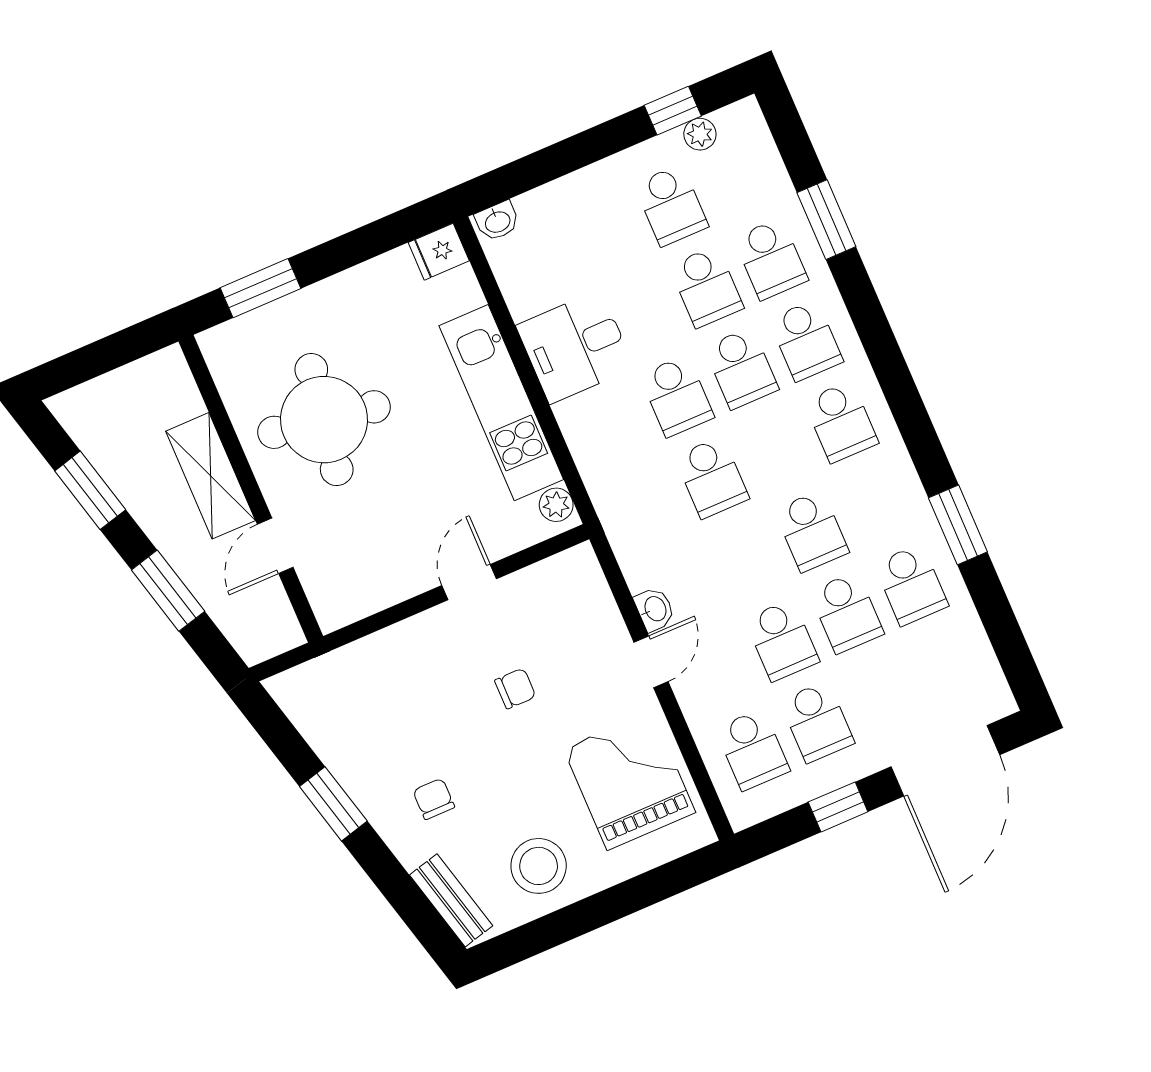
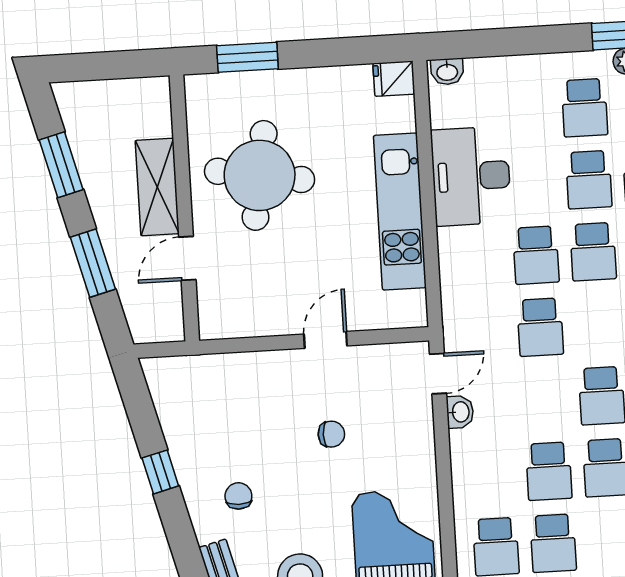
desk: (575, 347) -> (471, 176), width x1.37
plant: (556, 505) -> (414, 305), removed
door: (651, 662) -> (438, 374), moved
window: (333, 804) -> (160, 472), width x0.67

